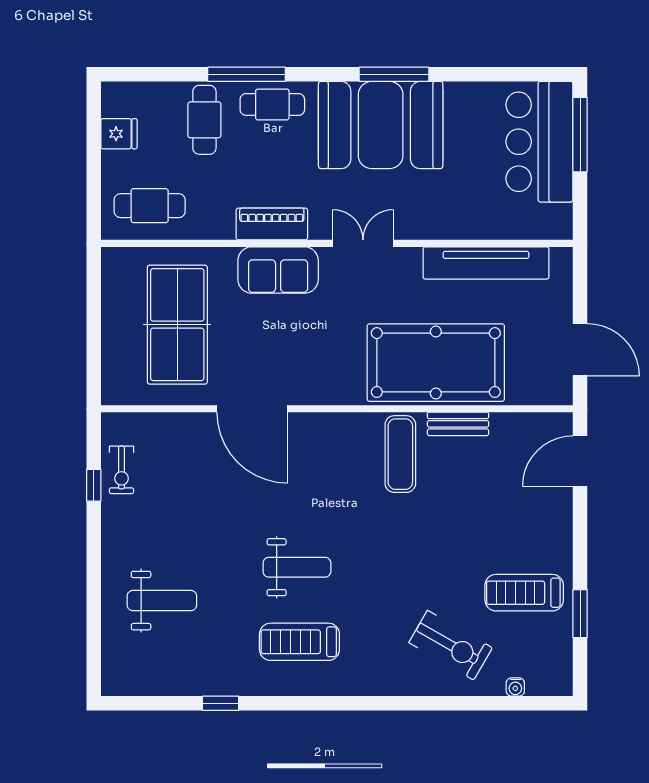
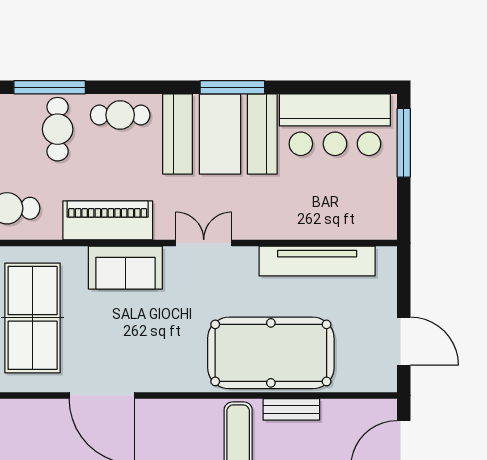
window: (247, 74) -> (50, 87), moved
bar counter: (539, 142) -> (335, 125), moved, turned -90
piano: (272, 224) -> (108, 220), width x1.37, depth x1.33

